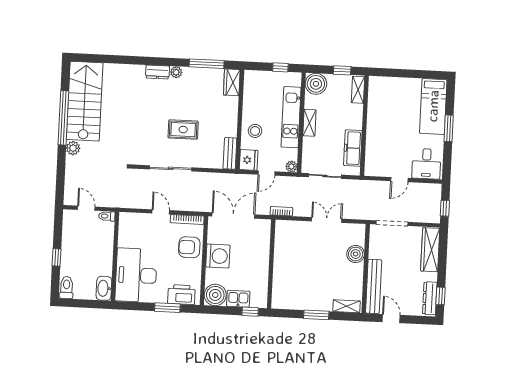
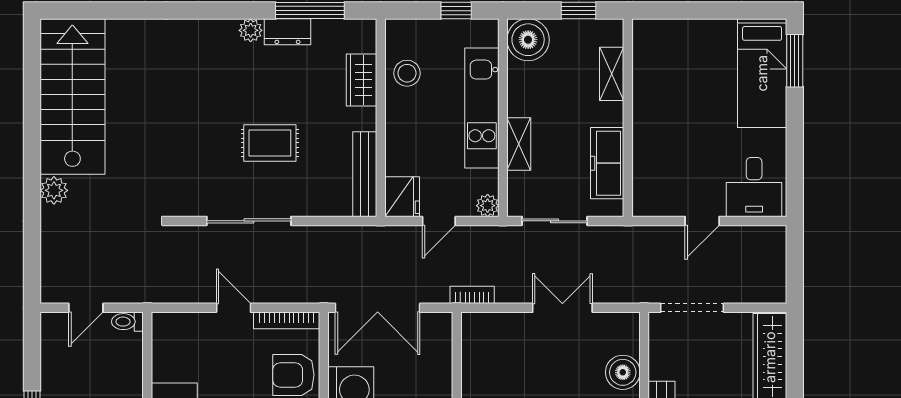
dresser: (158, 72) -> (288, 32), moved
wardrobe: (232, 82) -> (361, 80), moved
shelving: (358, 90) -> (612, 74), moved
window: (63, 118) -> (32, 132), removed
shelving: (309, 123) -> (519, 144), moved
window: (449, 128) -> (795, 61), moved
stool: (255, 131) -> (407, 73), moved
bench: (230, 153) -> (365, 174), width x1.36
door: (86, 208) -> (86, 308), swing flipped
window: (445, 208) -> (795, 273), removed
double door: (233, 215) -> (378, 308), swing flipped

